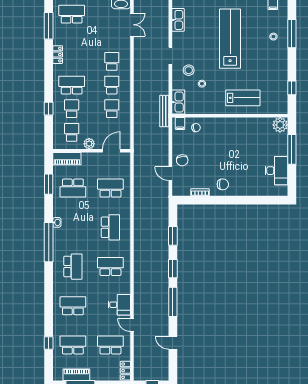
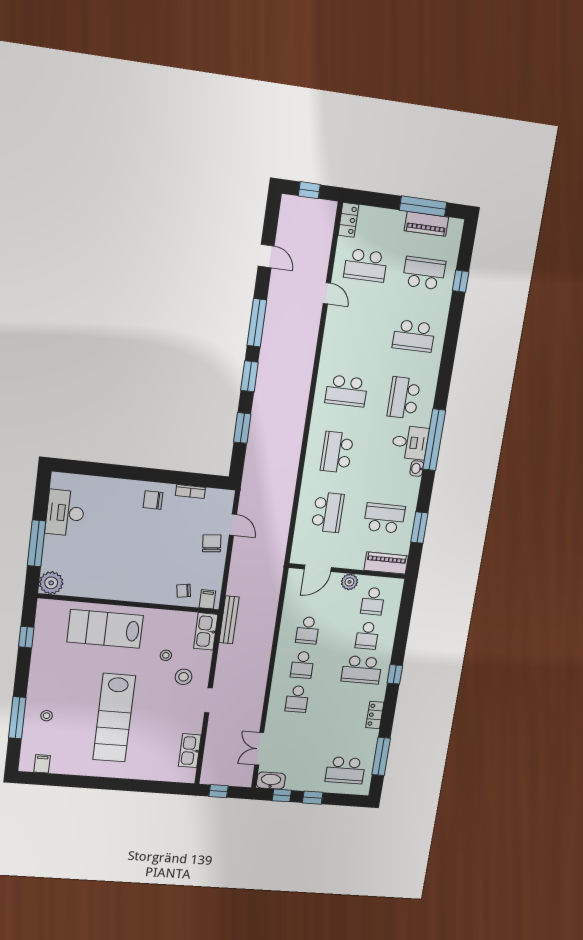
lab bench: (243, 98) -> (105, 629), width x1.36, depth x1.39
window: (49, 109) -> (395, 674), moved
school desk: (110, 188) -> (328, 512), turned -90
desk: (119, 305) -> (410, 442), moved, turned 180
school desk: (73, 345) -> (424, 273), turned 180

